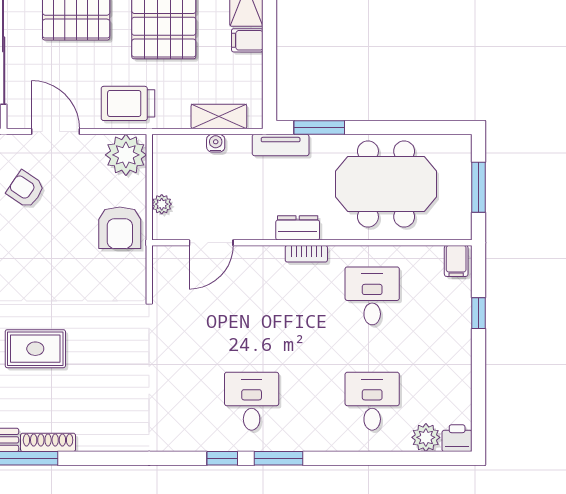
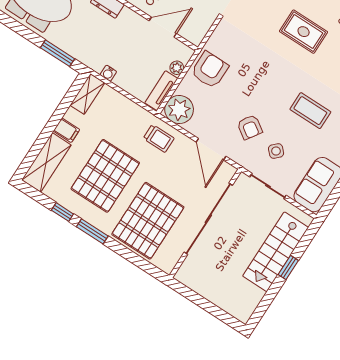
trolley: (128, 103) -> (159, 138), width x0.73, depth x0.72
shelving: (219, 116) -> (87, 94), moved, turned 90
water cooler: (216, 143) -> (108, 73), moved
tv unit: (281, 145) -> (161, 91), moved, turned -90

